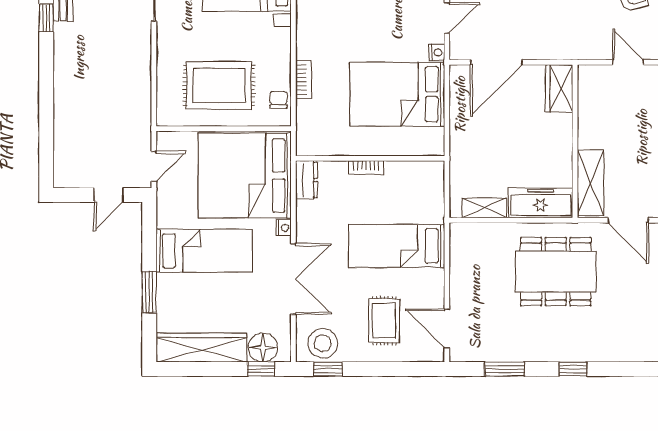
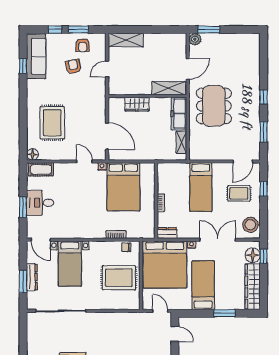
rug: (219, 85) -> (119, 278), turned 90
wardrobe: (559, 88) -> (137, 104), moved
window: (328, 369) -> (264, 189), moved

